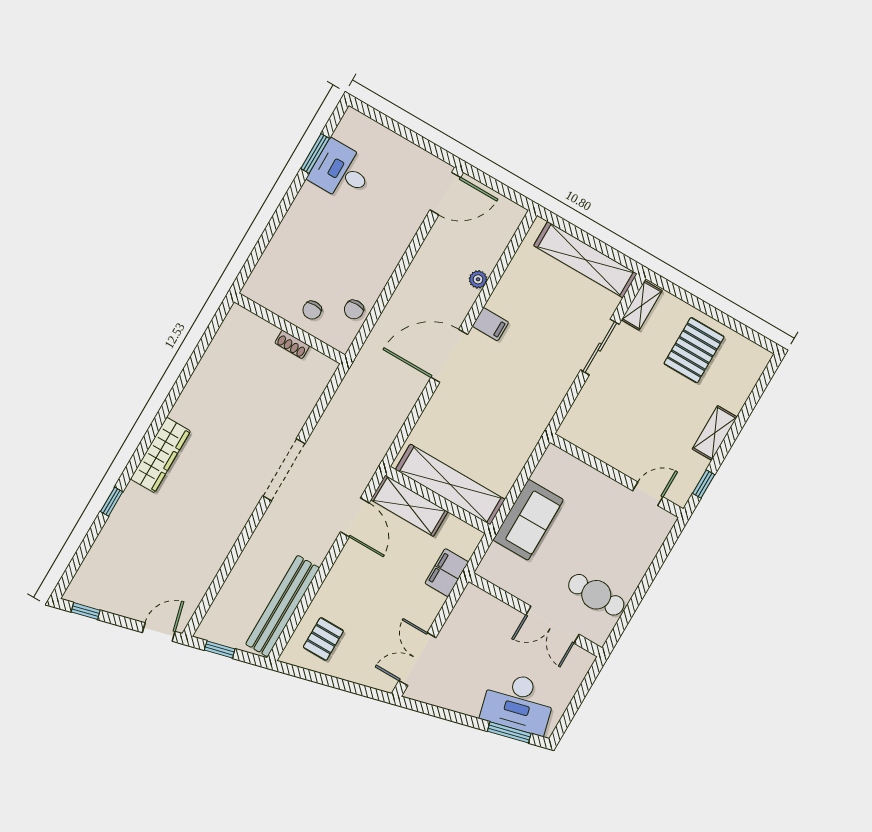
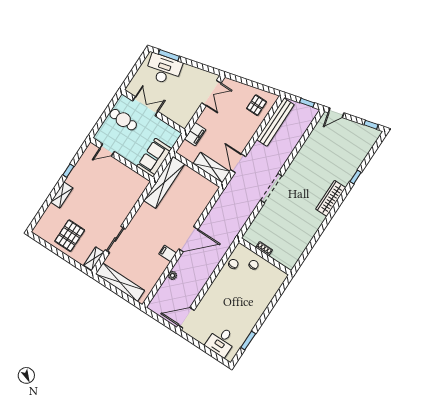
desk: (341, 171) -> (221, 341), moved, turned 90
wall: (617, 476) -> (122, 160), moved
shelving: (450, 485) -> (164, 182), moved, turned 90
door: (648, 494) -> (107, 150), moved

